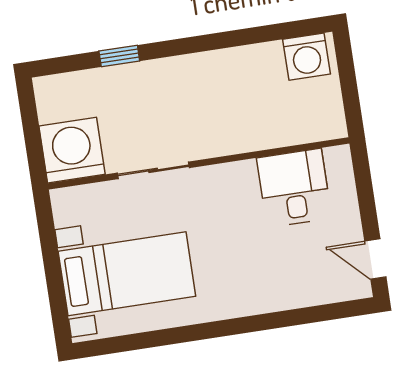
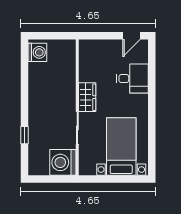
wardrobe: (224, 182) -> (87, 97), added
desk: (294, 188) -> (132, 79), moved, turned 180

